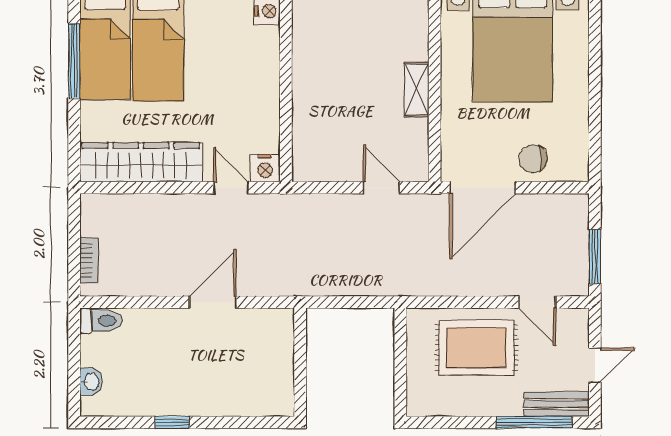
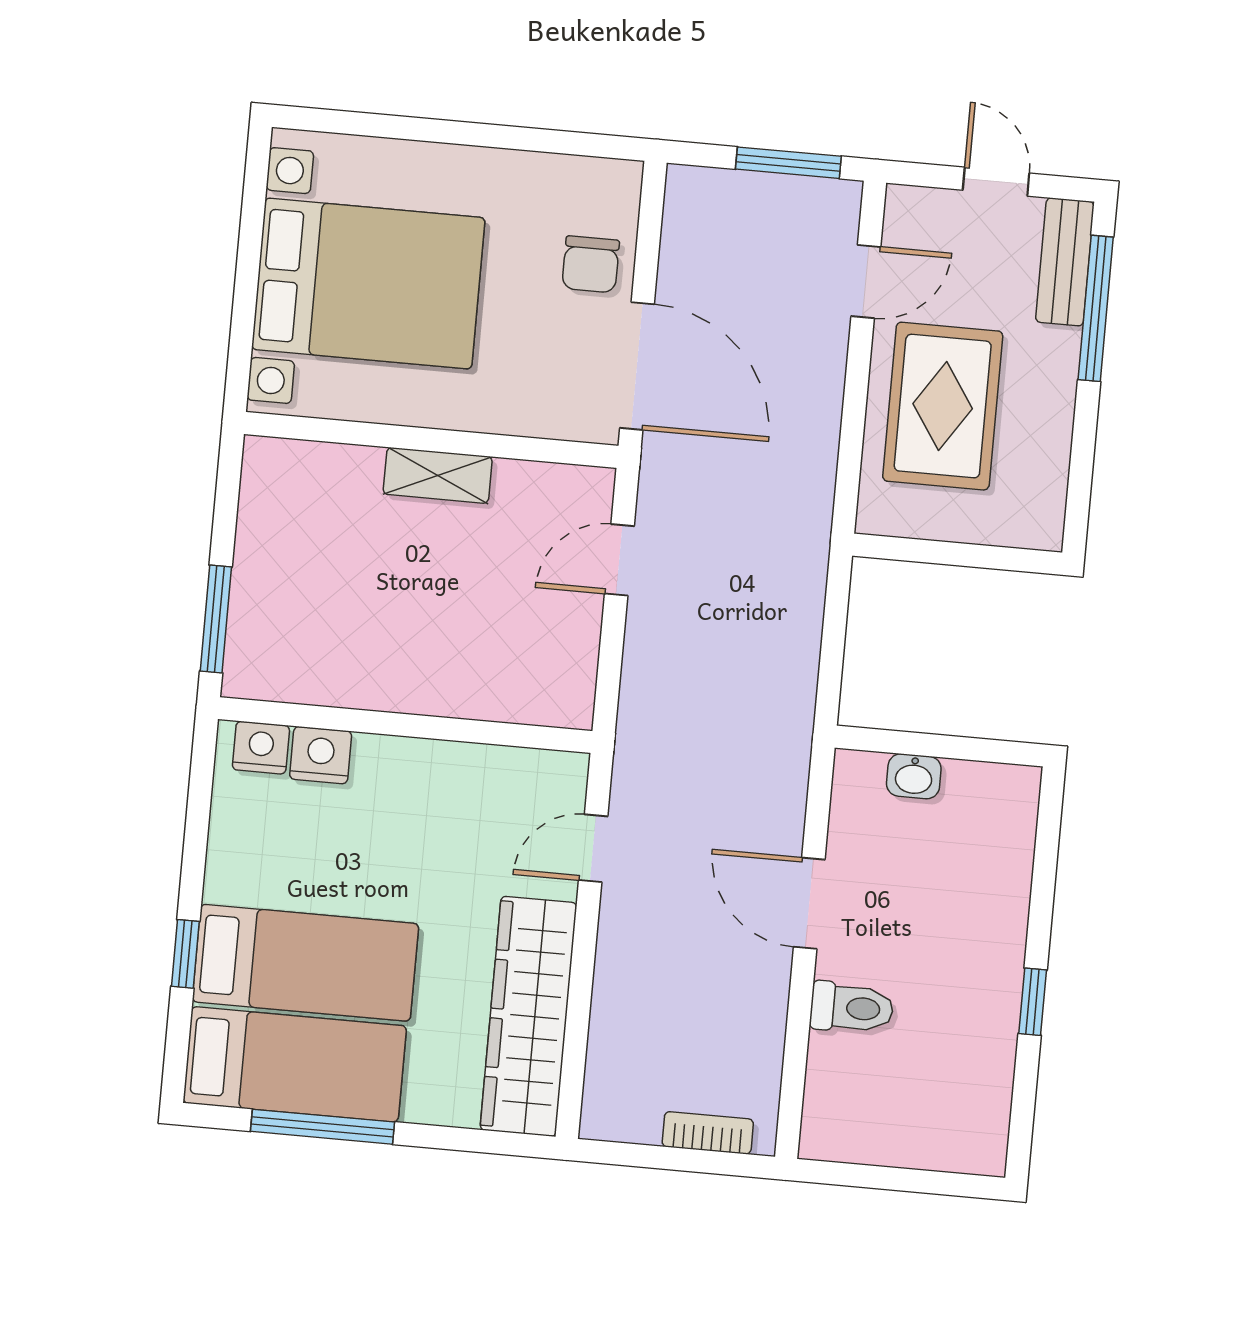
nightstand: (265, 168) -> (321, 755), moved, turned -90
toilet: (101, 321) -> (852, 1008), moved, turned 90
washbasin: (91, 382) -> (914, 776), moved, turned 180

